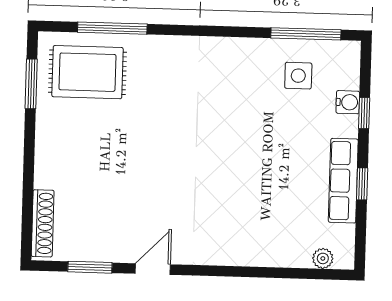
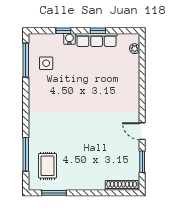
rug: (87, 72) -> (47, 166), width x0.73, depth x0.70
water cooler: (348, 102) -> (69, 39), moved

